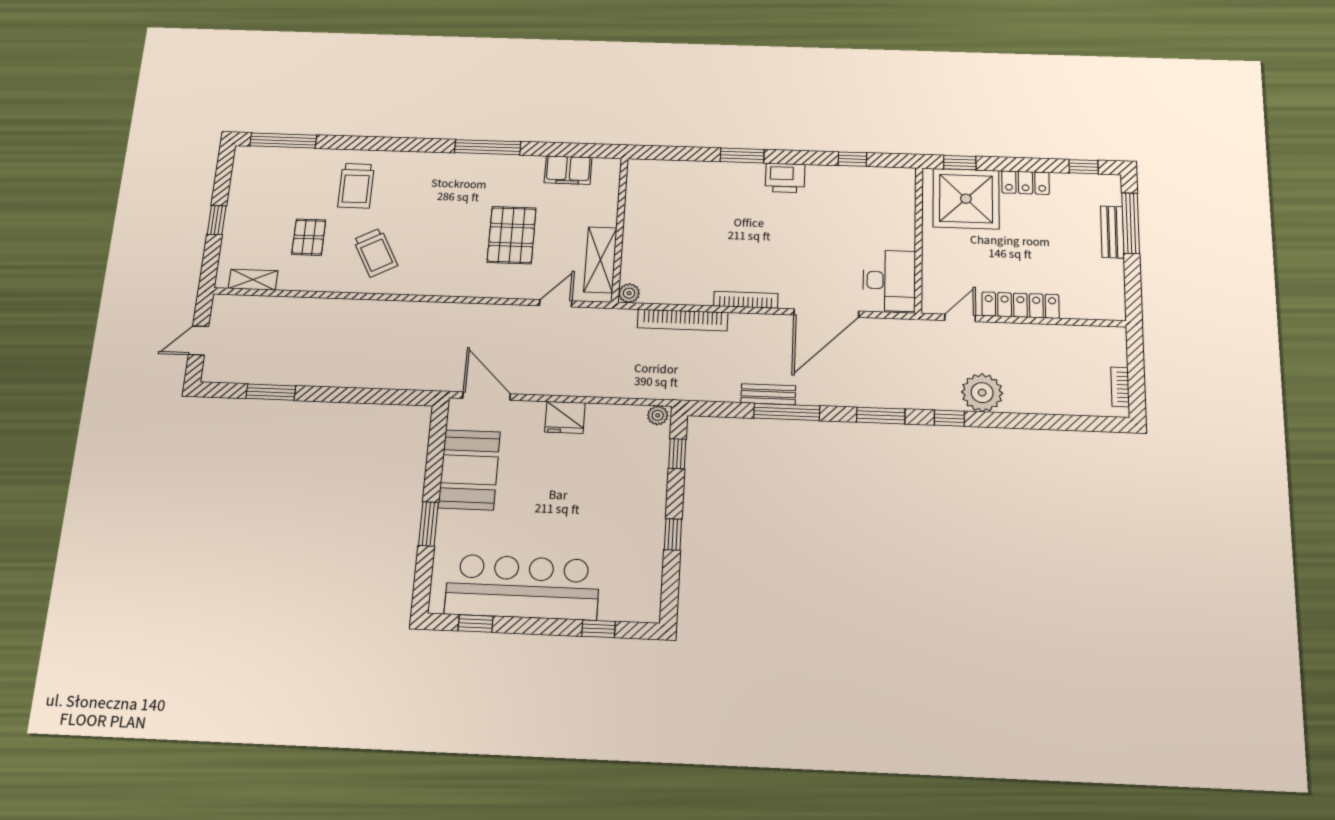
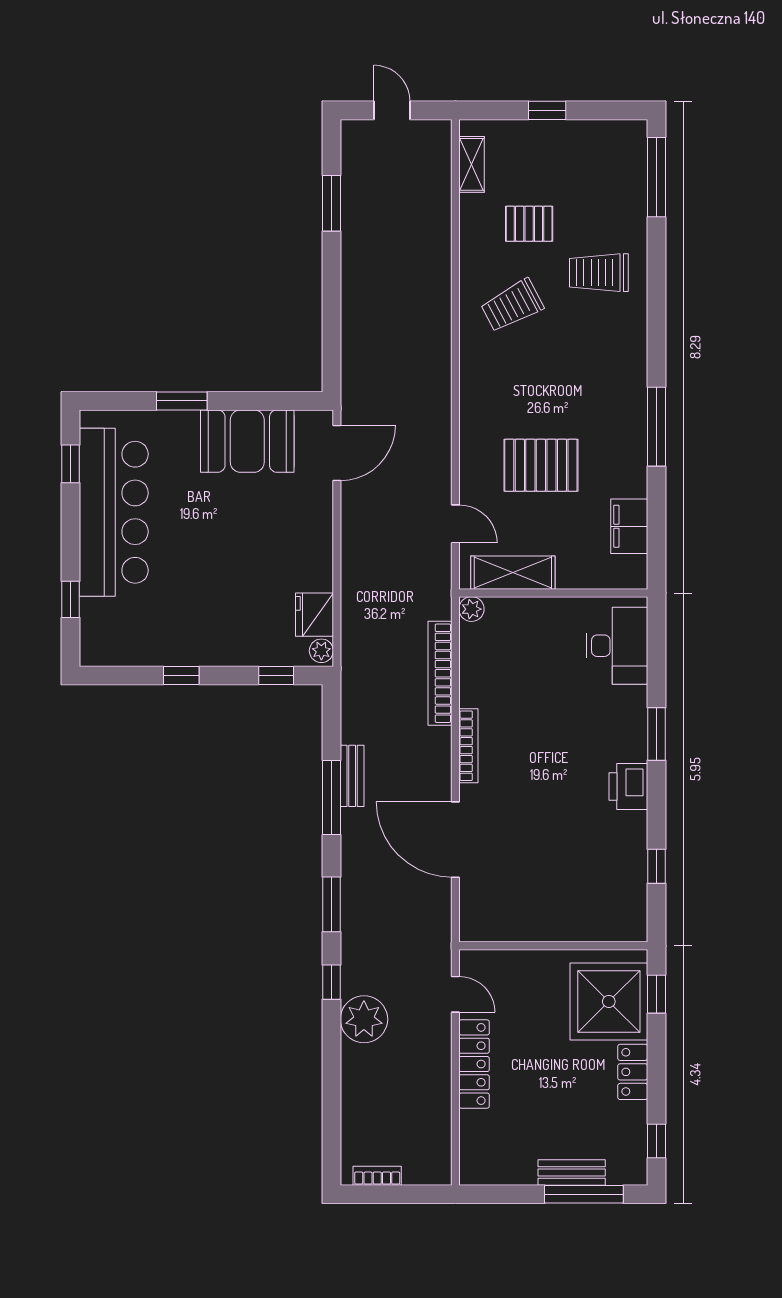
desk: (889, 281) -> (617, 646), moved, turned -90
fridge: (565, 417) -> (314, 615), moved

